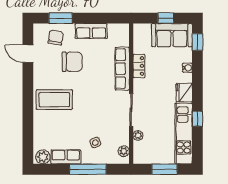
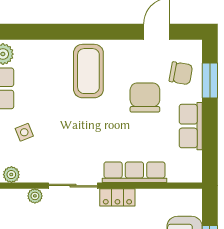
chair: (72, 62) -> (145, 98), turned 180
locker: (139, 66) -> (117, 197), moved

